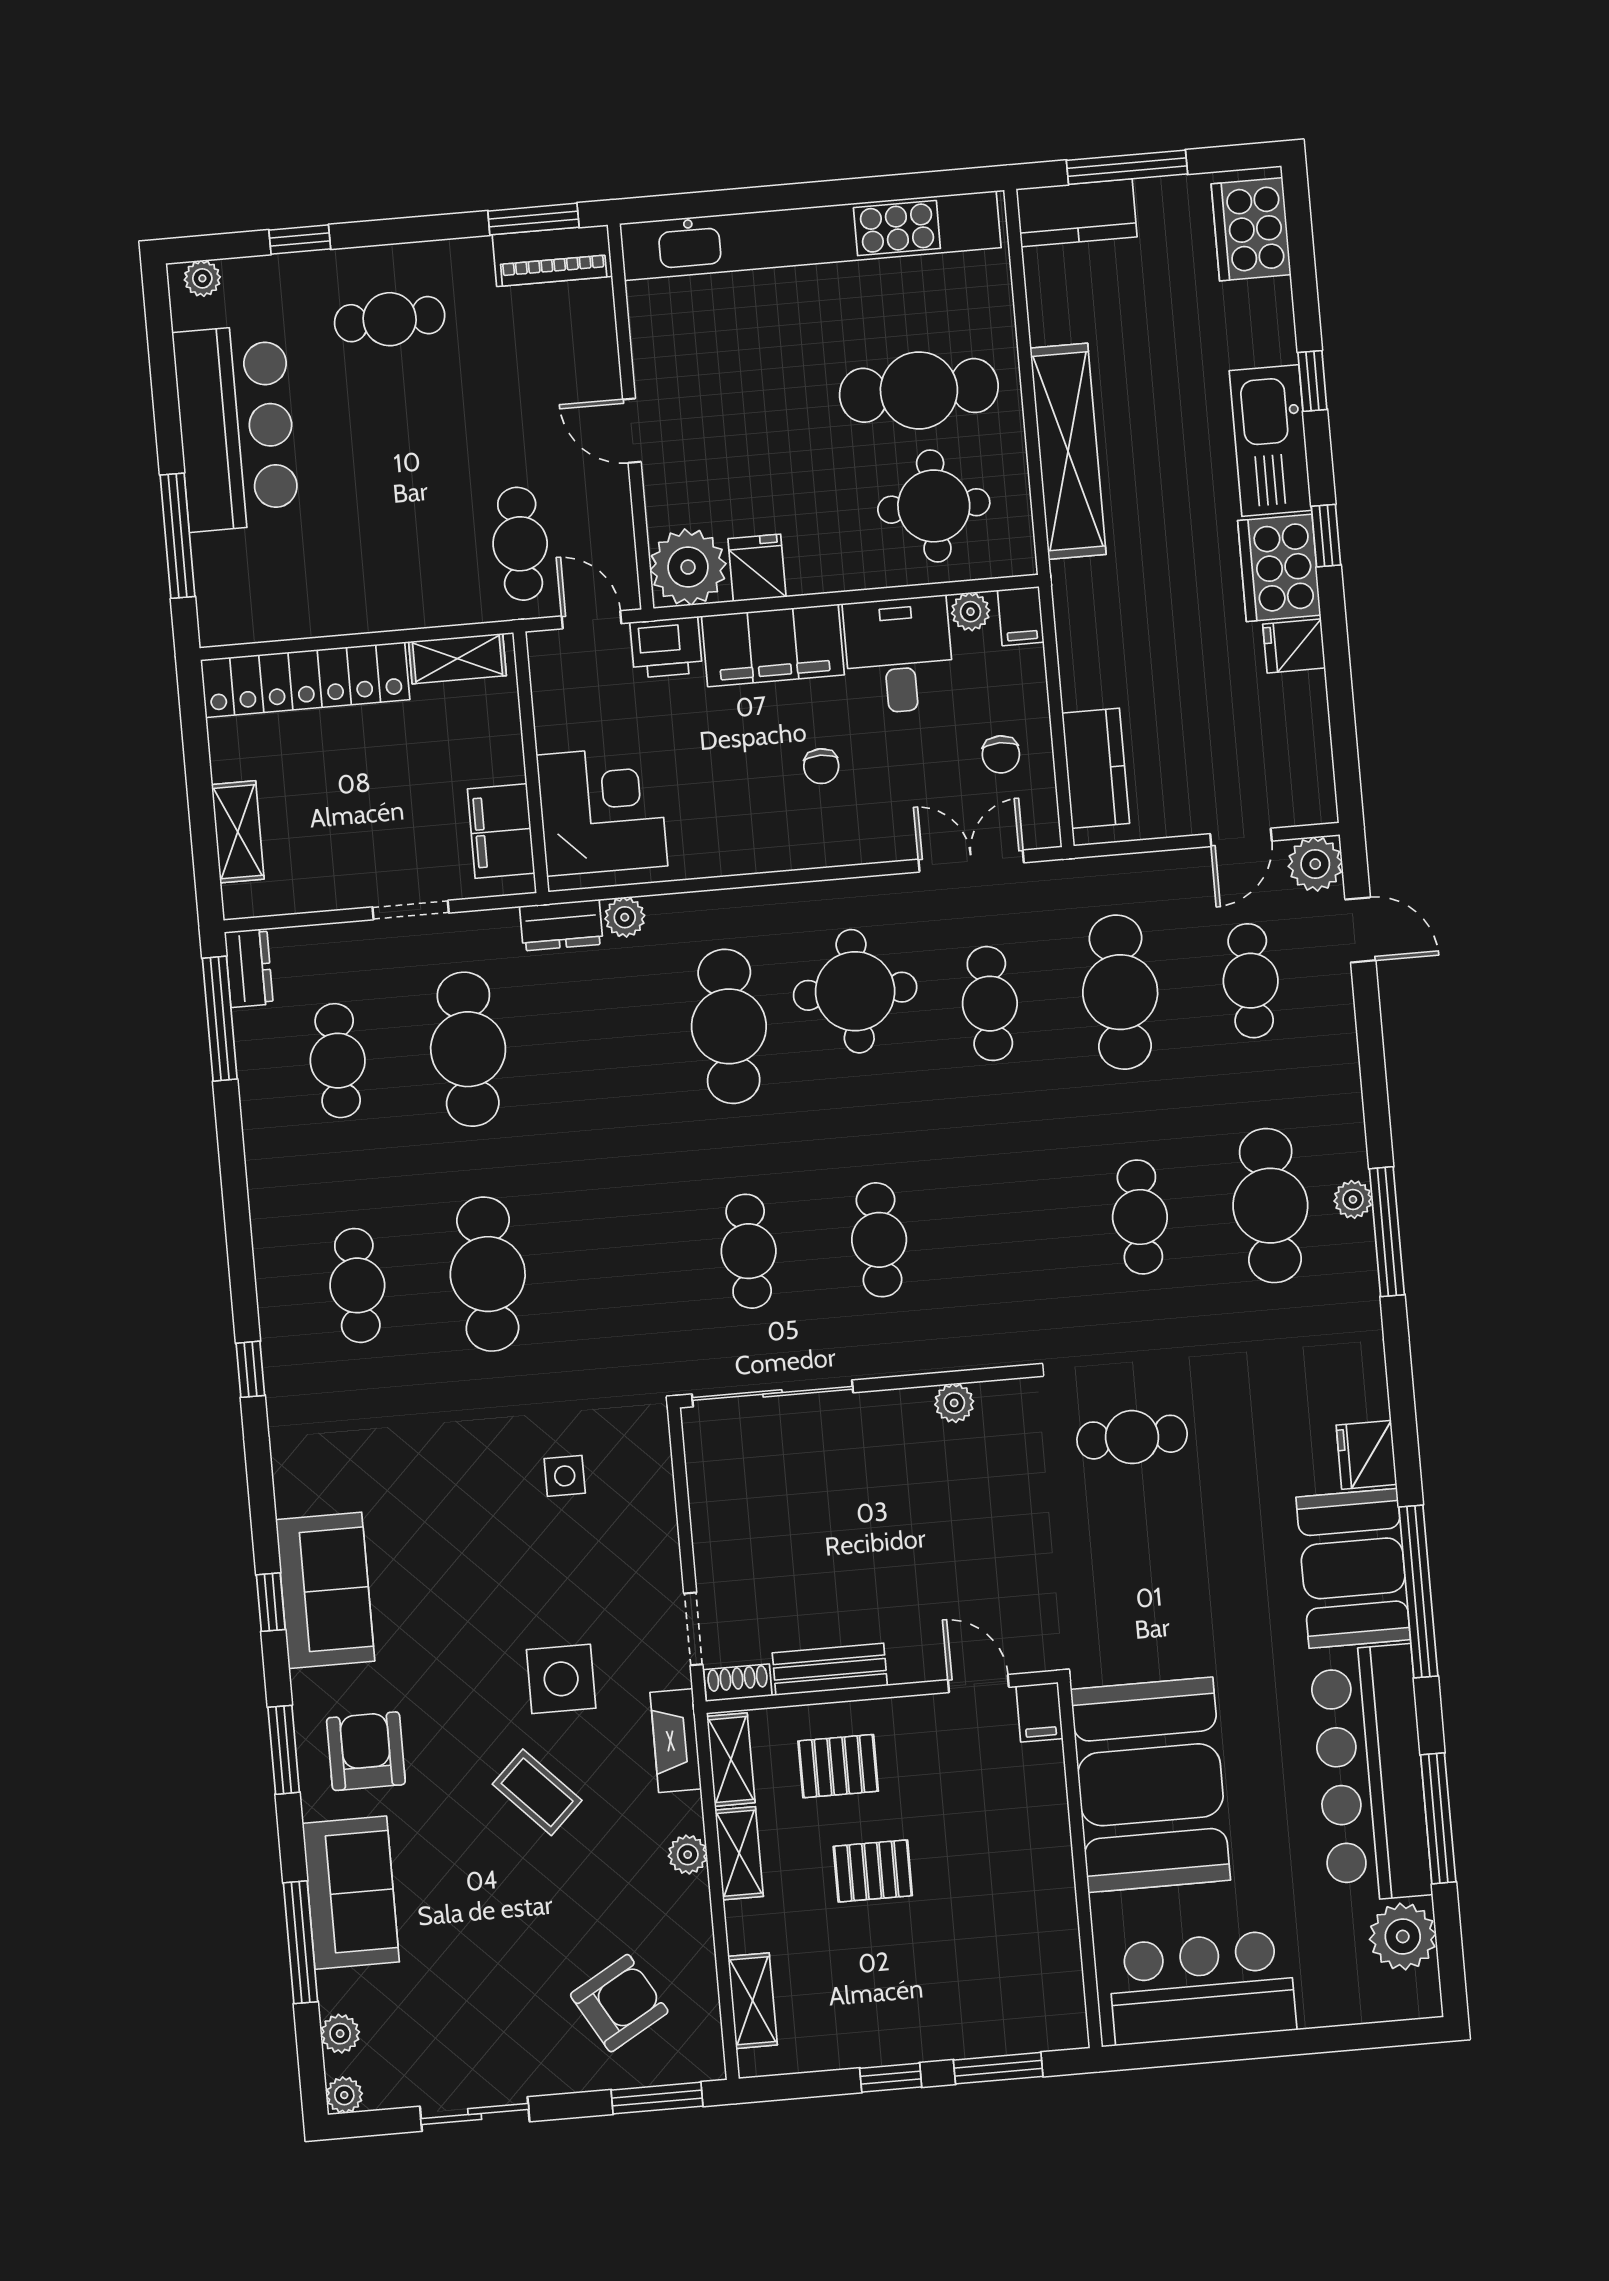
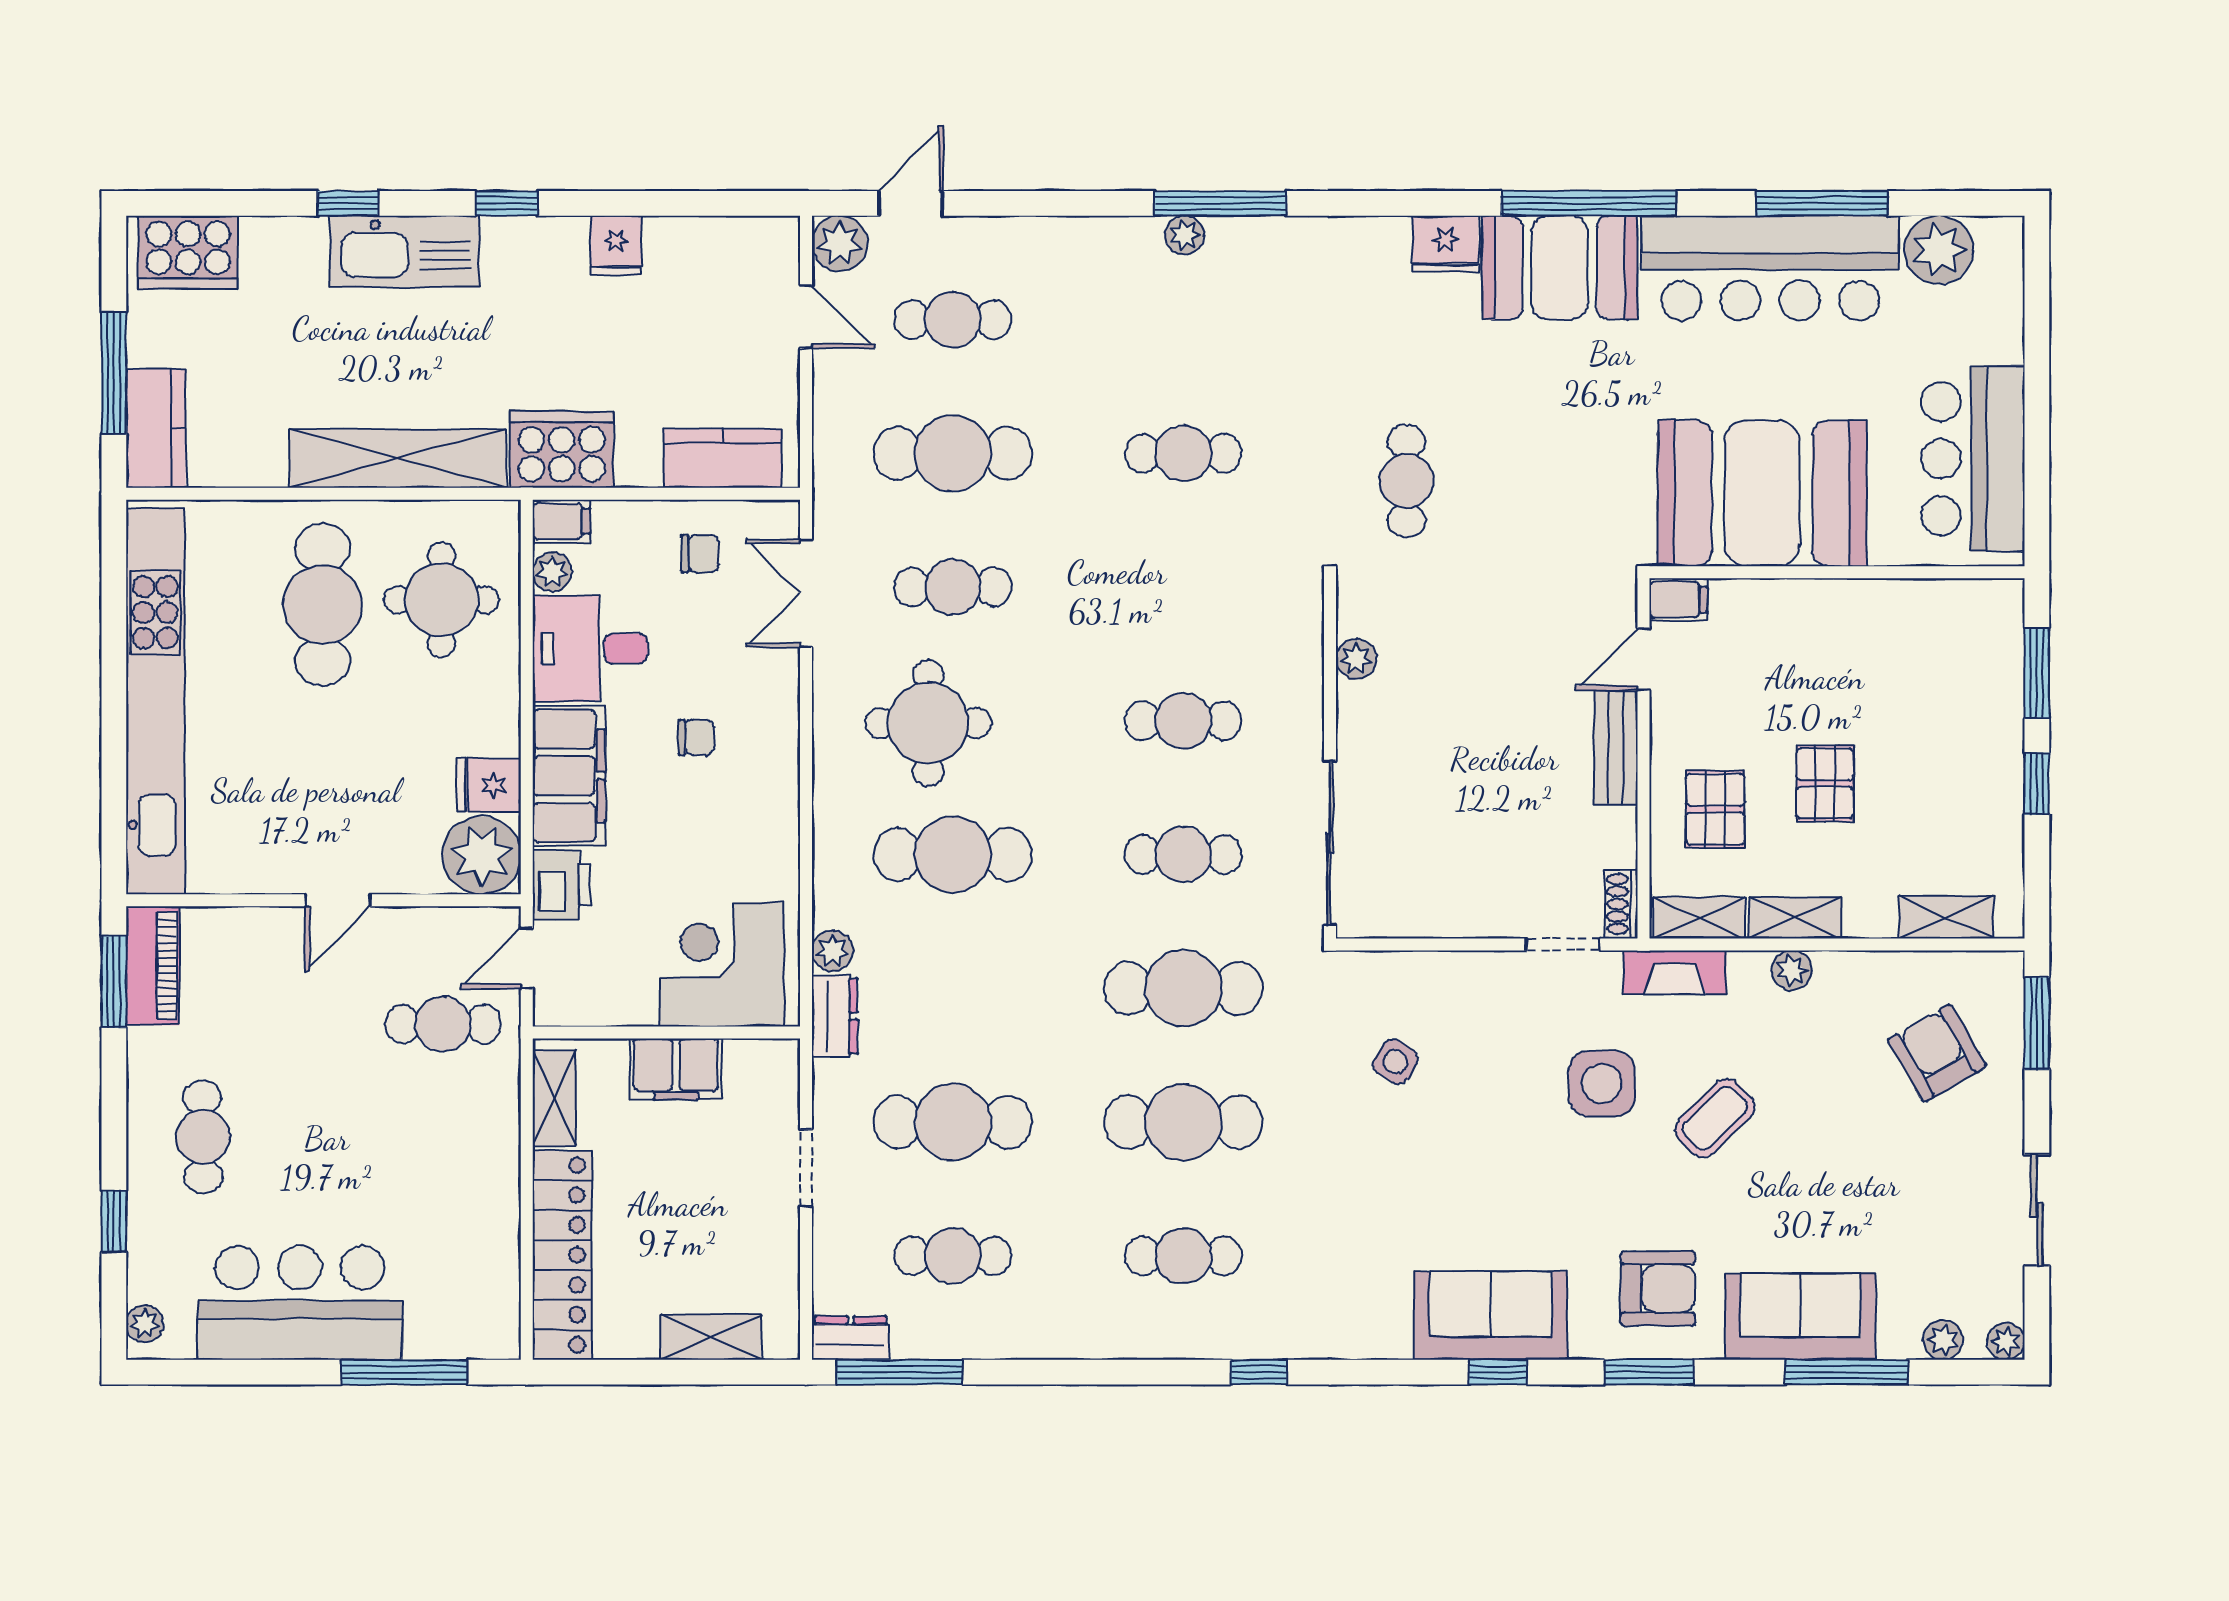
cooker: (1279, 568) -> (562, 450), moved, turned 180
filing cabinet: (501, 831) -> (676, 1069), moved
cafe table: (1270, 1206) -> (1183, 988), moved
side table: (565, 1476) -> (1396, 1062), turned 32
bench: (830, 1669) -> (1616, 748), moved
armchair: (366, 1751) -> (1658, 1288), turned 180

